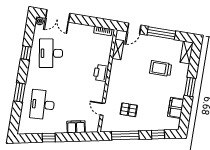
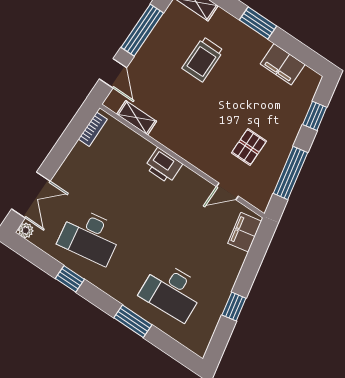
filing cabinet: (76, 127) -> (245, 232), moved

